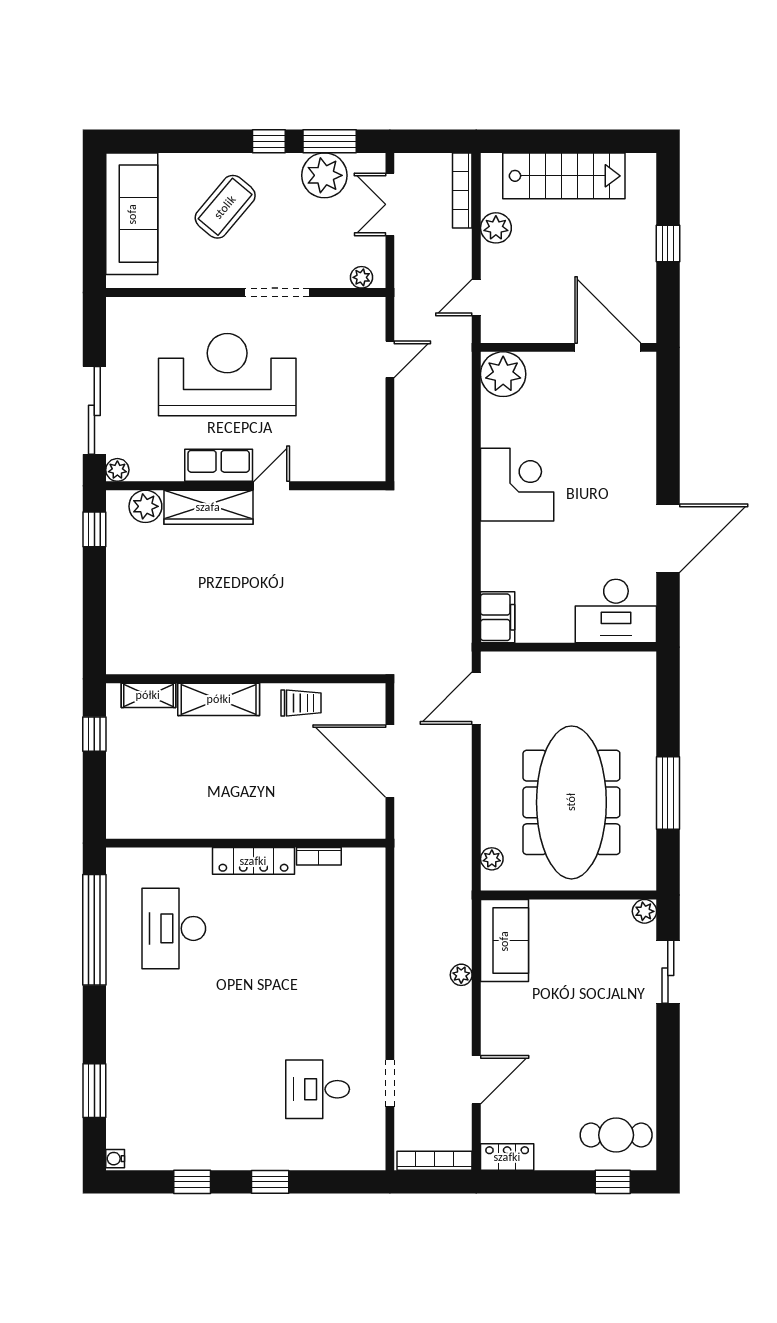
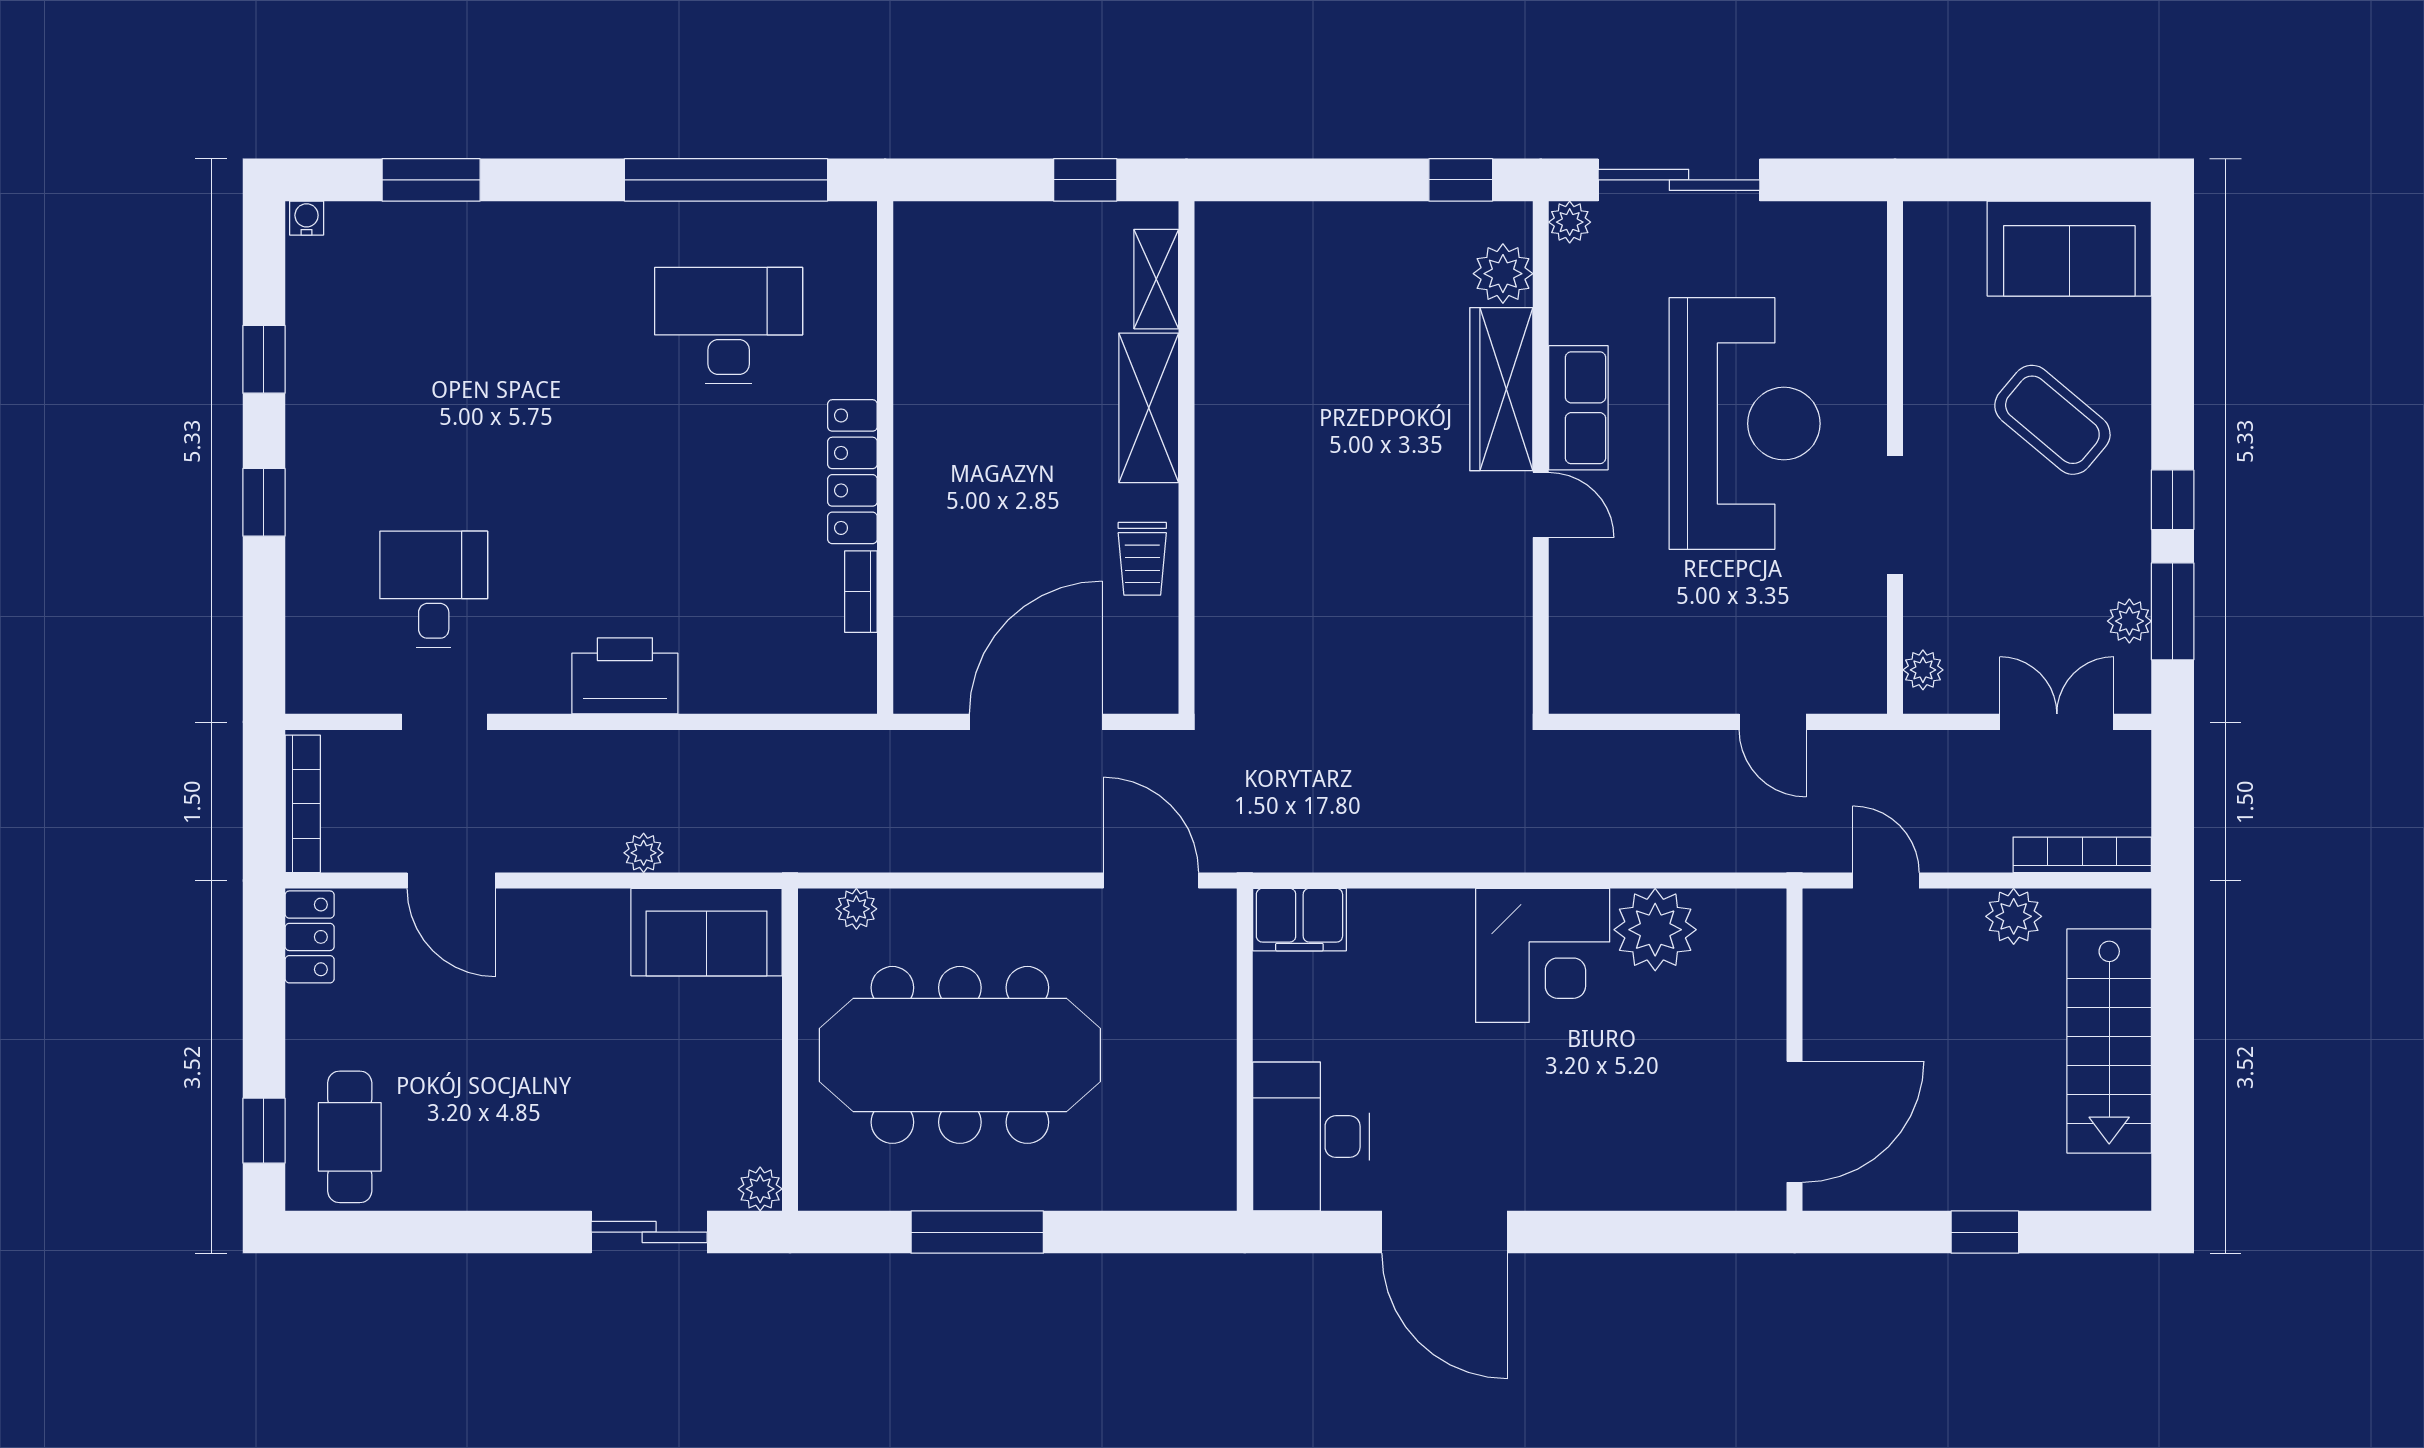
plant: (324, 175) -> (2129, 621), width x0.53, depth x0.53
sofa: (132, 214) -> (2069, 249), width x0.73
plant: (503, 374) -> (1655, 930), moved
printer: (365, 985) -> (625, 676), added

